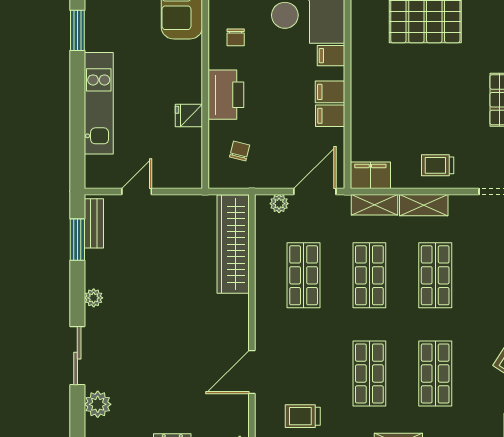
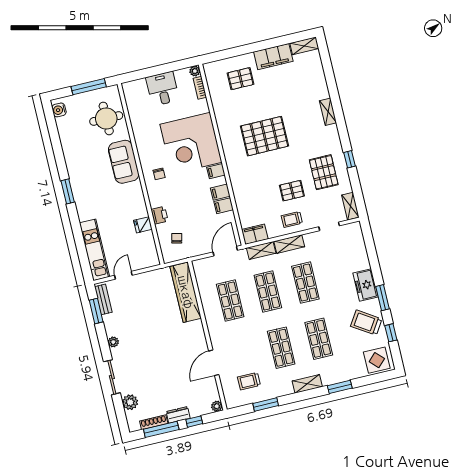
printer: (226, 95) -> (159, 215), width x0.53, depth x0.68
kitchen unit: (99, 103) -> (94, 250), moved
pallet: (449, 118) -> (292, 191), added
plant: (279, 204) -> (206, 263), removed

